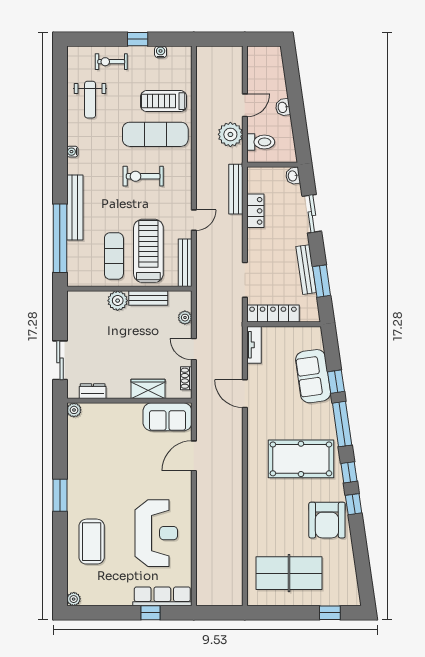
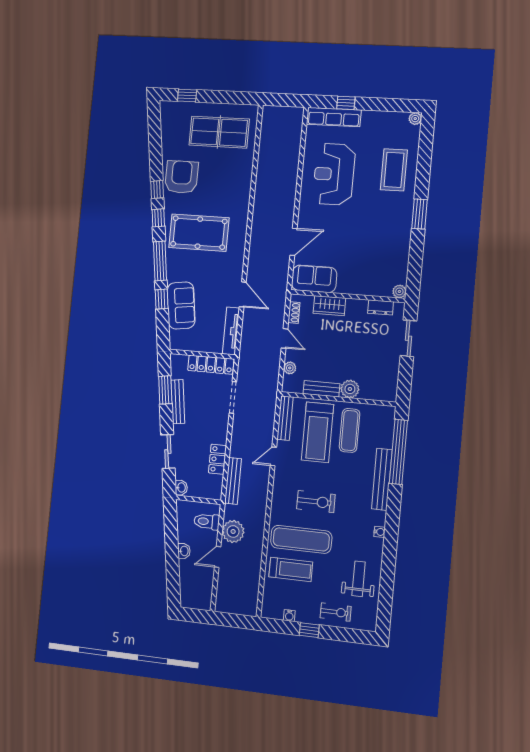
tv unit: (254, 345) -> (231, 331), width x1.41

